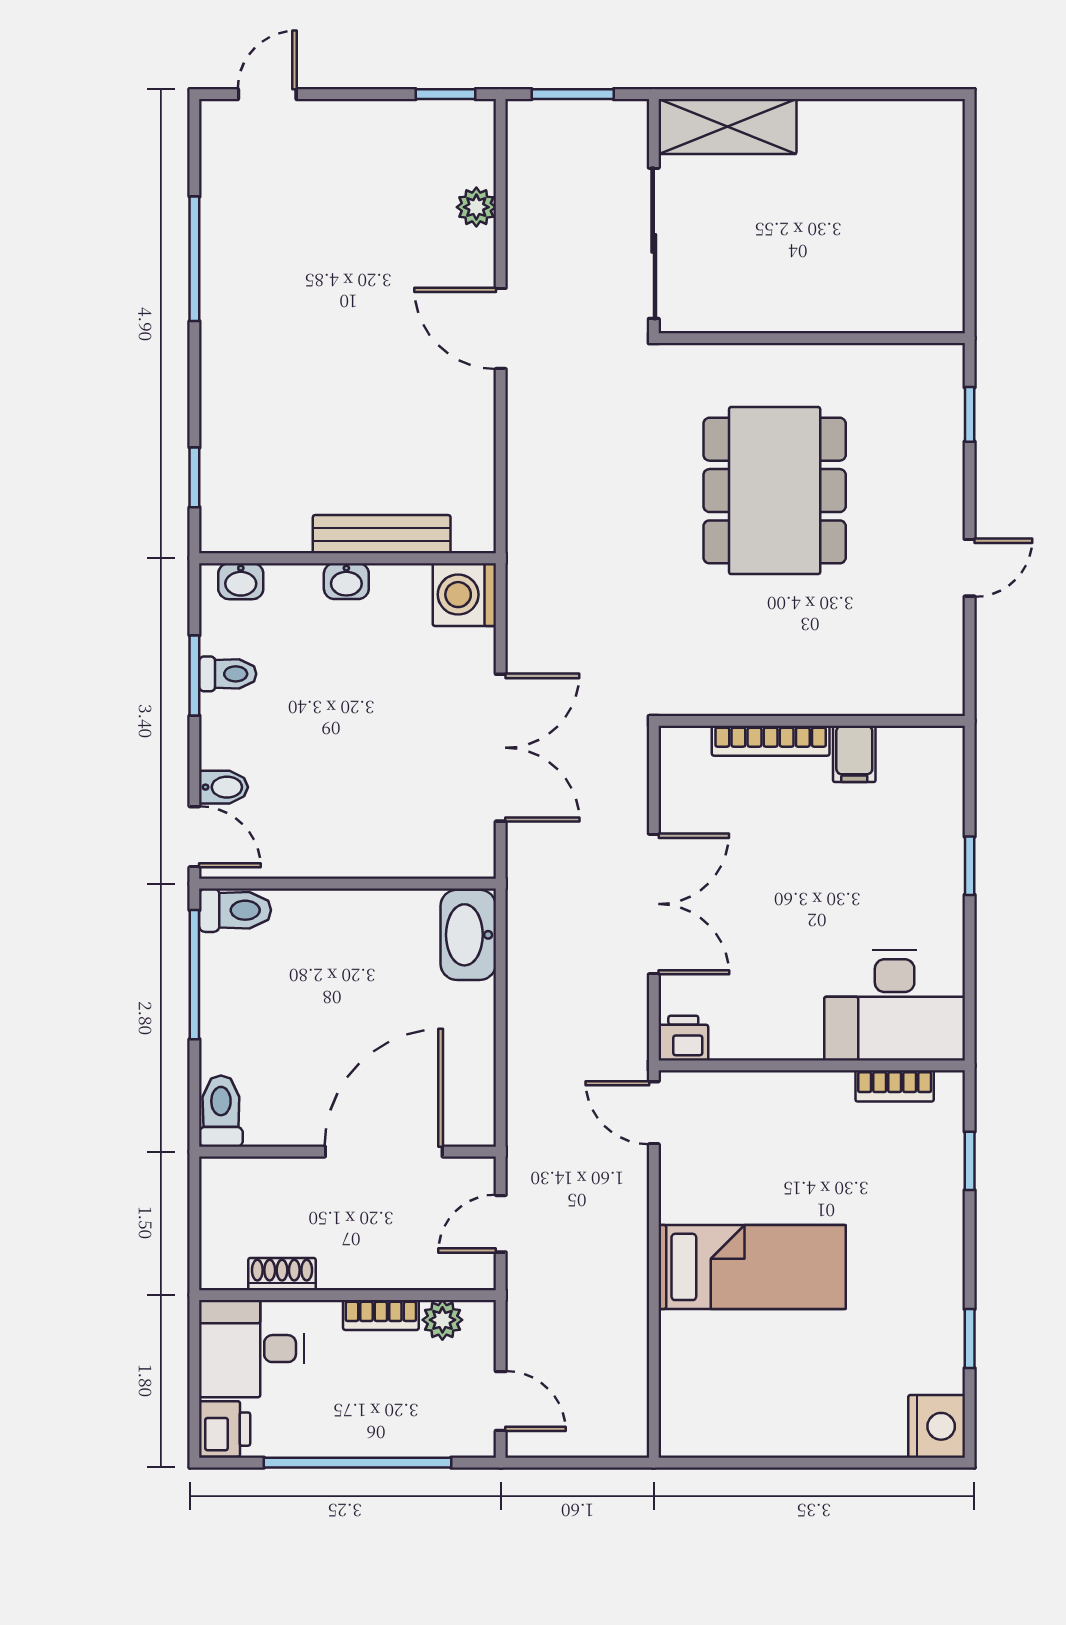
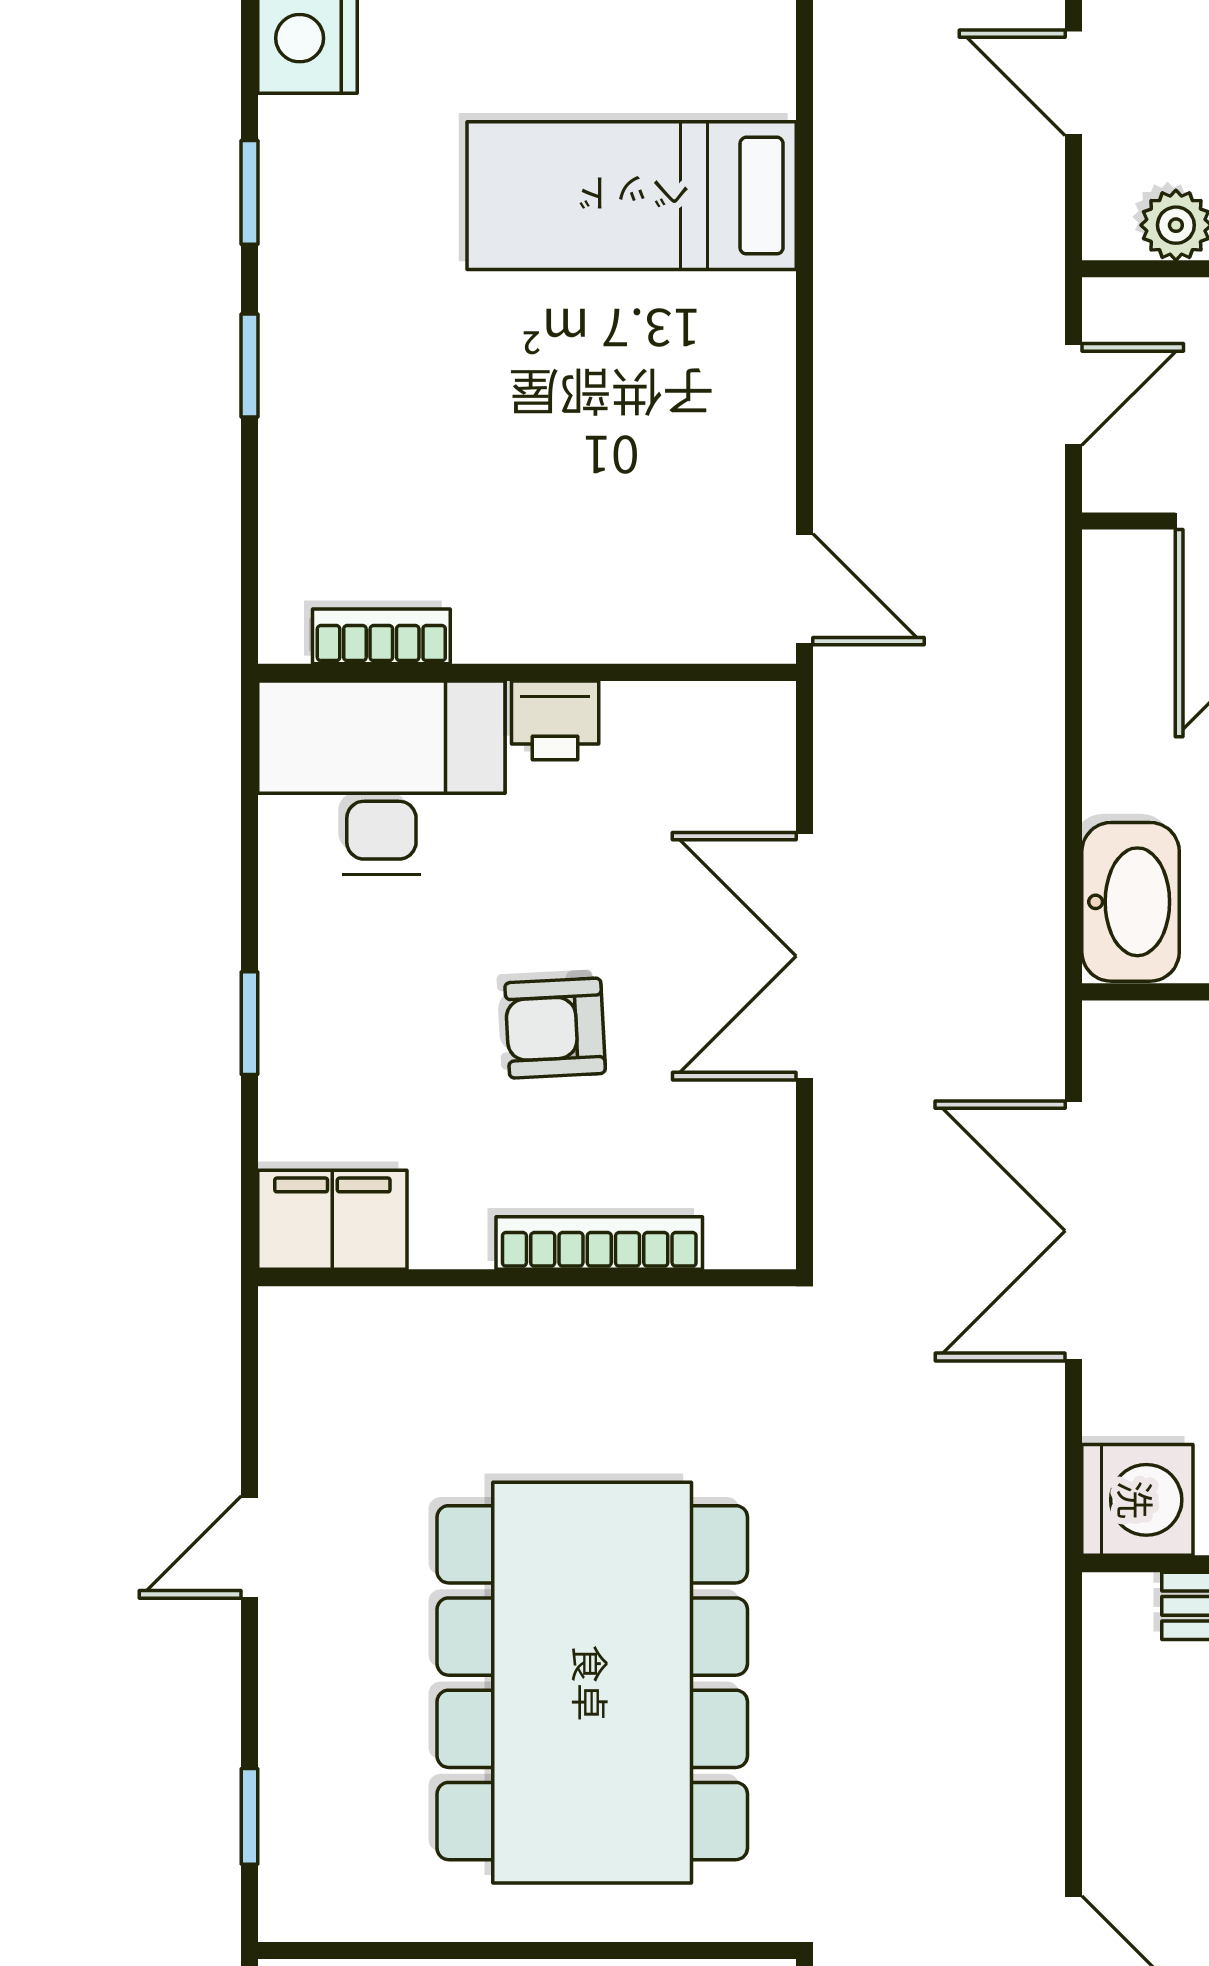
dining table: (775, 491) -> (592, 1683), width x1.36, depth x1.24
filing cabinet: (854, 754) -> (332, 1220), moved, width x2.00
armchair: (796, 863) -> (555, 1028), added
printer: (683, 1038) -> (555, 720), moved
window: (970, 1161) -> (250, 365), moved
bed: (752, 1267) -> (632, 196), moved

